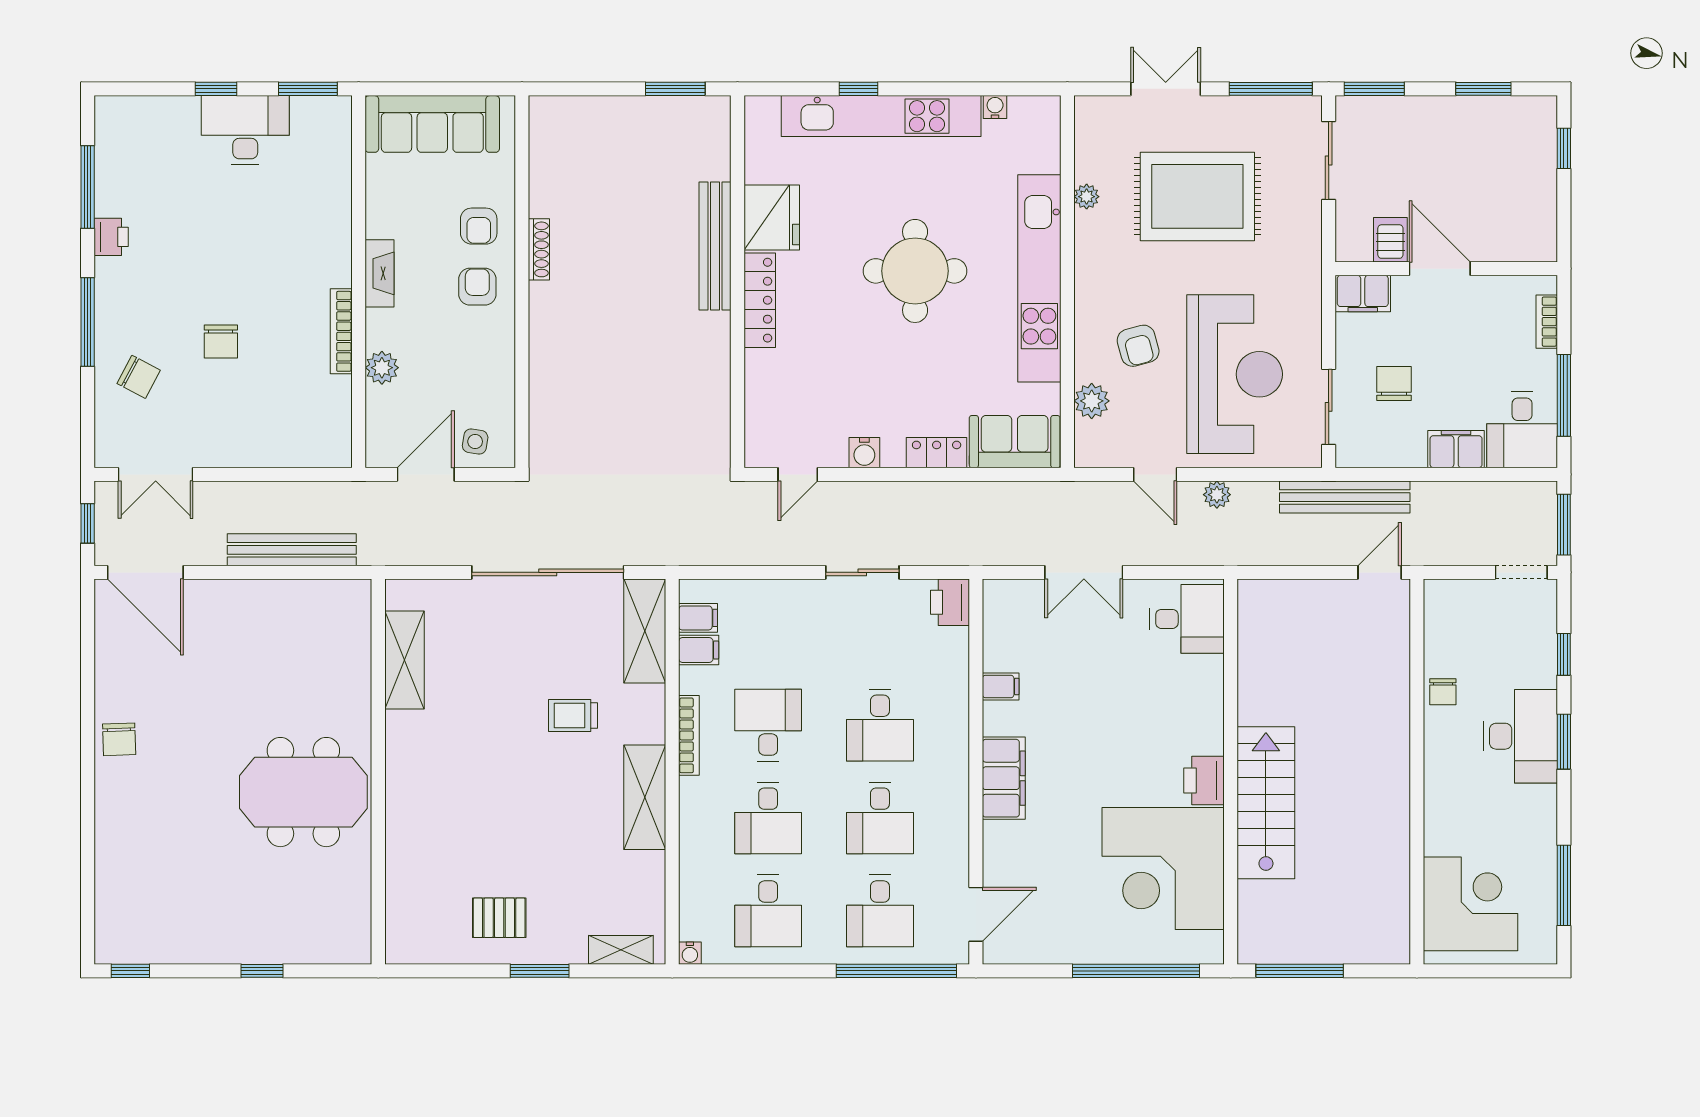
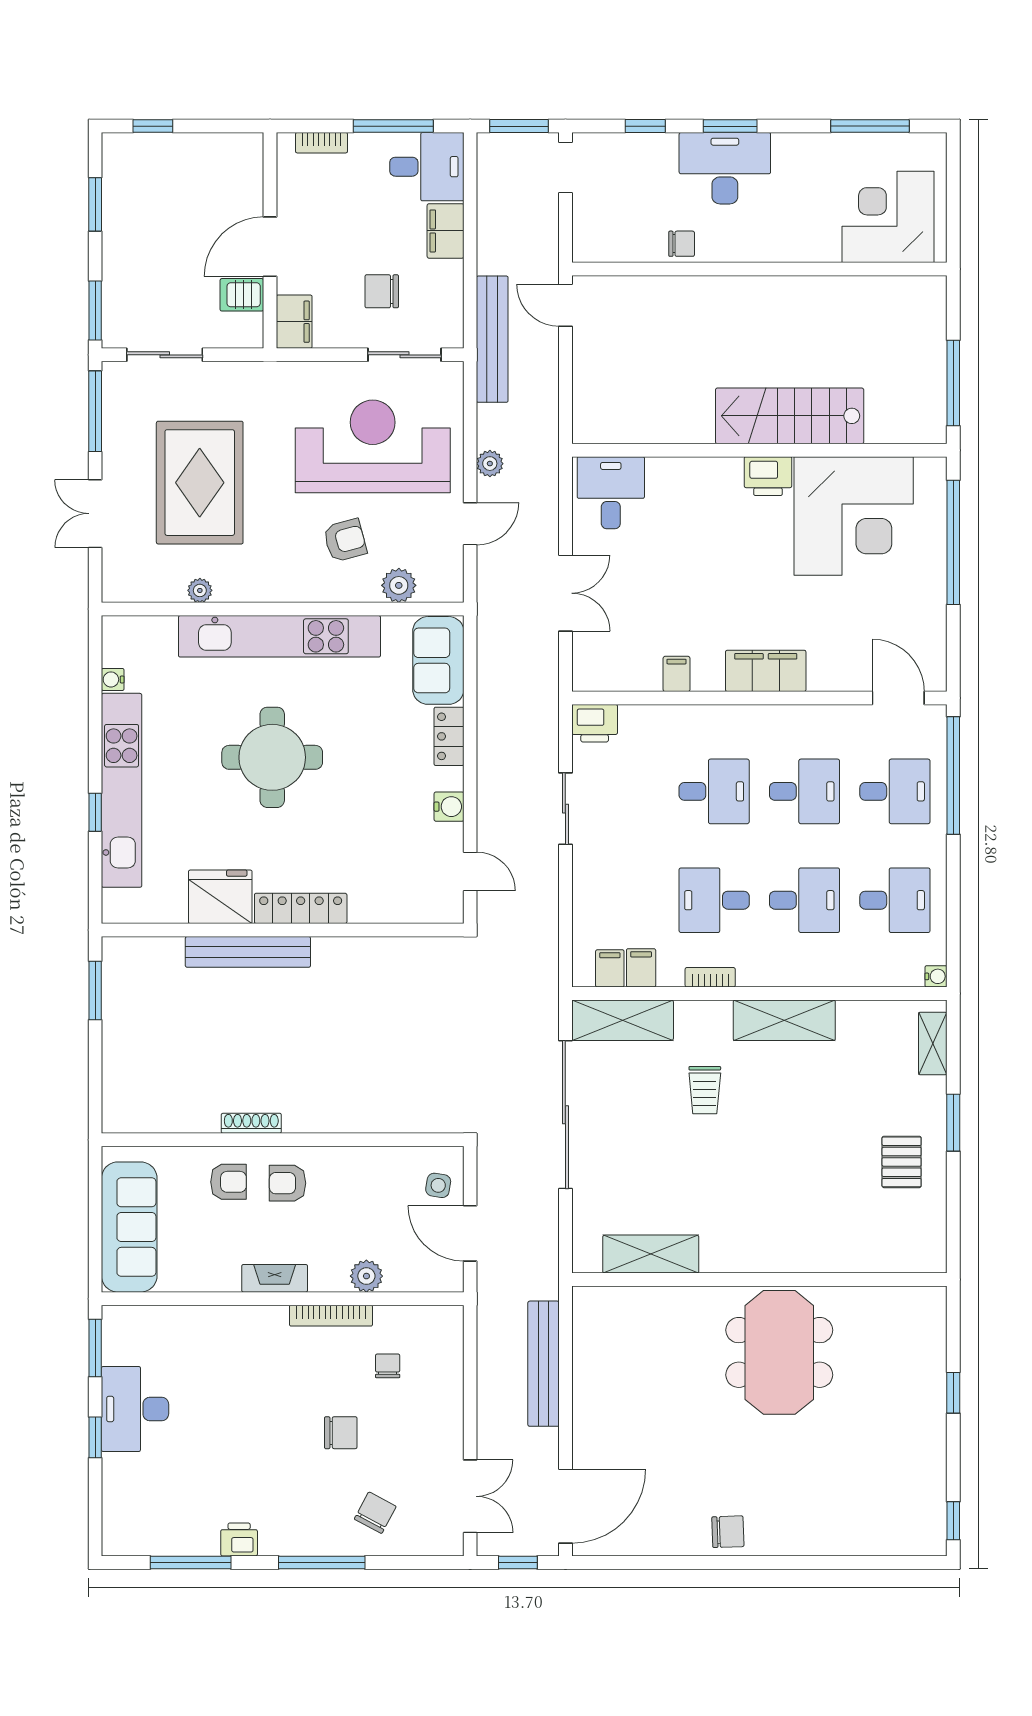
chair: (290, 390) -> (388, 1366), added
bookcase: (689, 735) -> (710, 977), width x0.64

